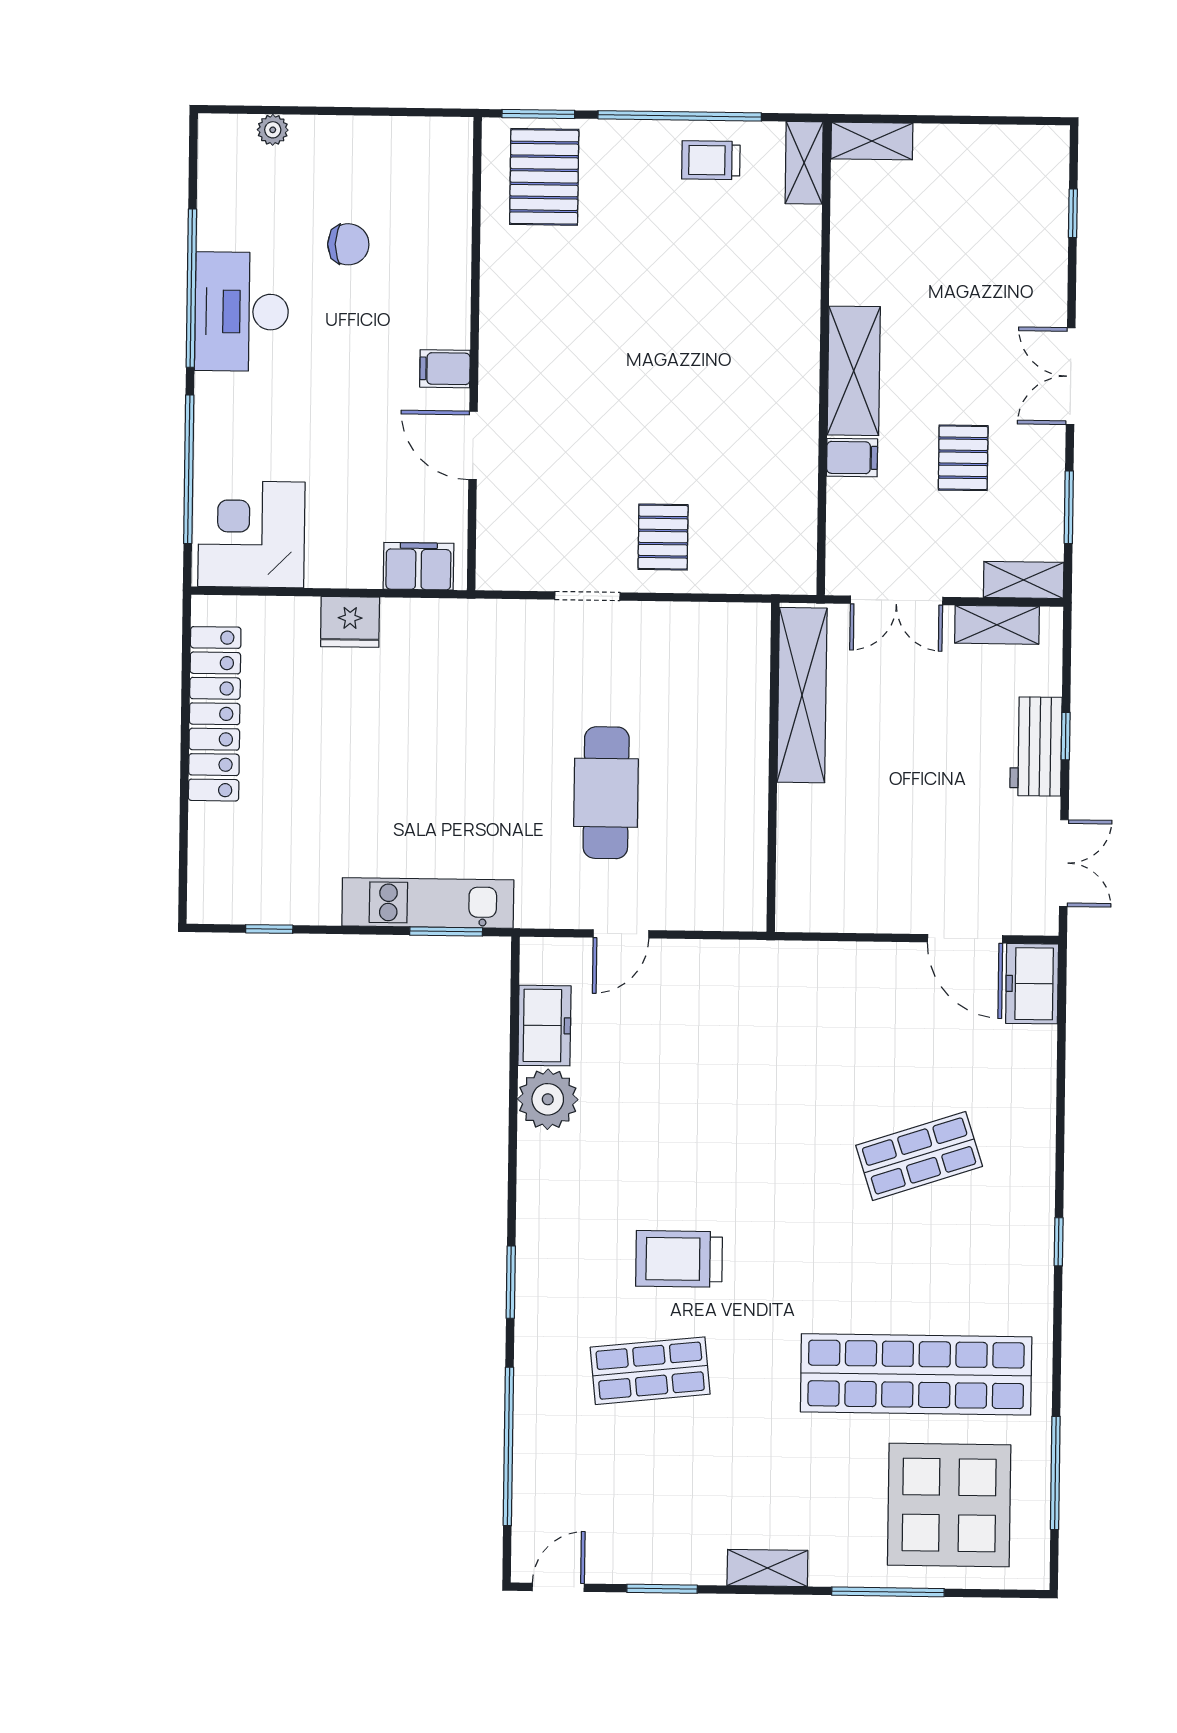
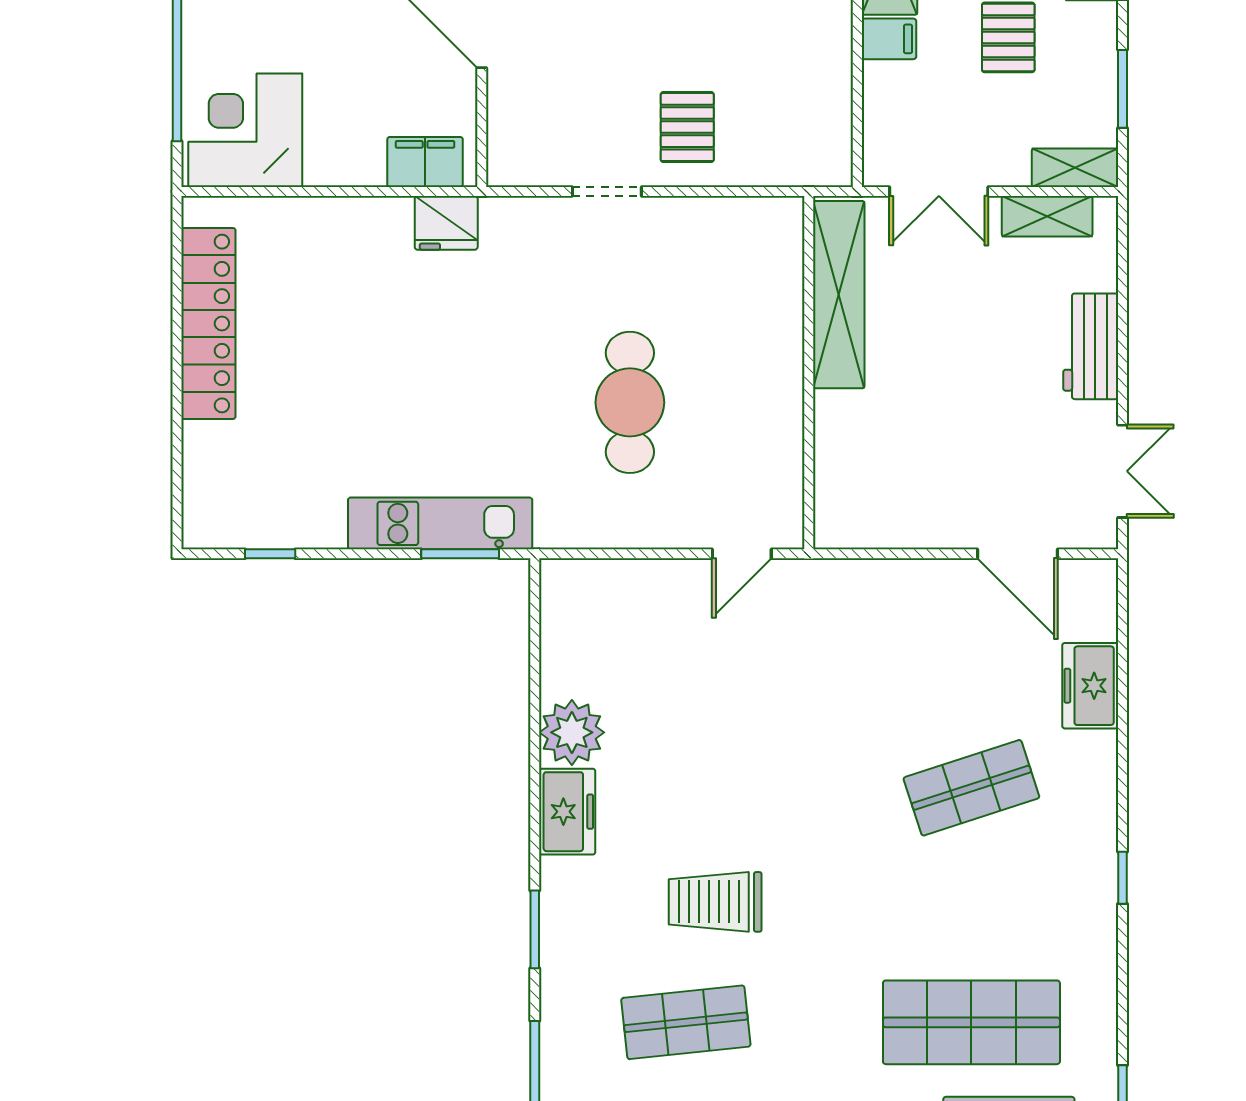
fridge: (350, 622) -> (446, 223), moved
window: (1066, 736) -> (1122, 335), removed
door: (621, 934) -> (742, 554), moved
freezer: (1032, 984) -> (1090, 686), moved
freezer: (544, 1026) -> (567, 812), moved
shop shelf: (916, 1374) -> (971, 1022), width x0.71

